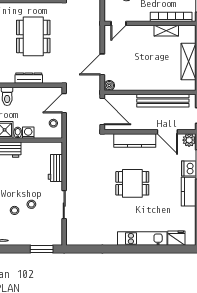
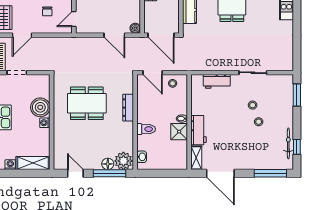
door: (118, 23) -> (74, 19), swing flipped
door: (102, 111) -> (161, 35), swing flipped
washing machine: (28, 133) -> (182, 108), removed

